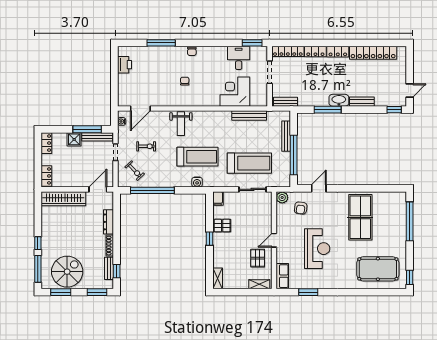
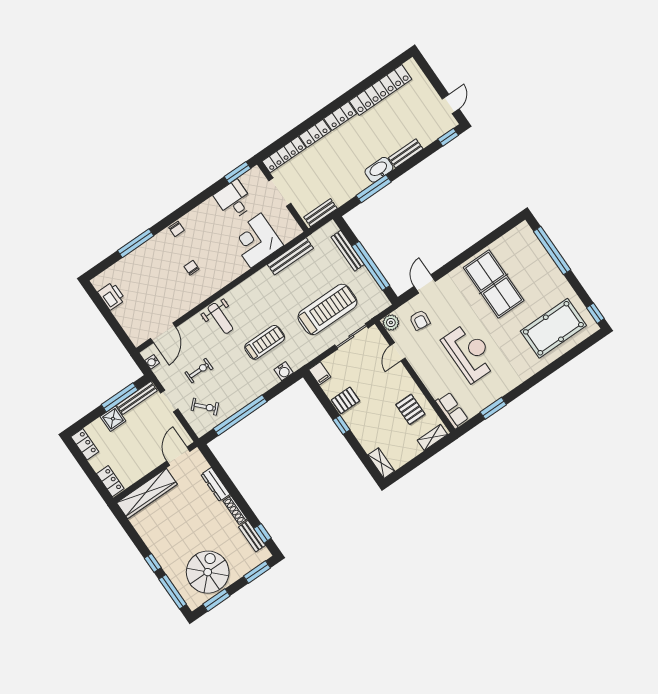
treadmill: (198, 157) -> (265, 342), width x0.73, depth x0.73
door: (274, 240) -> (398, 352), moved

